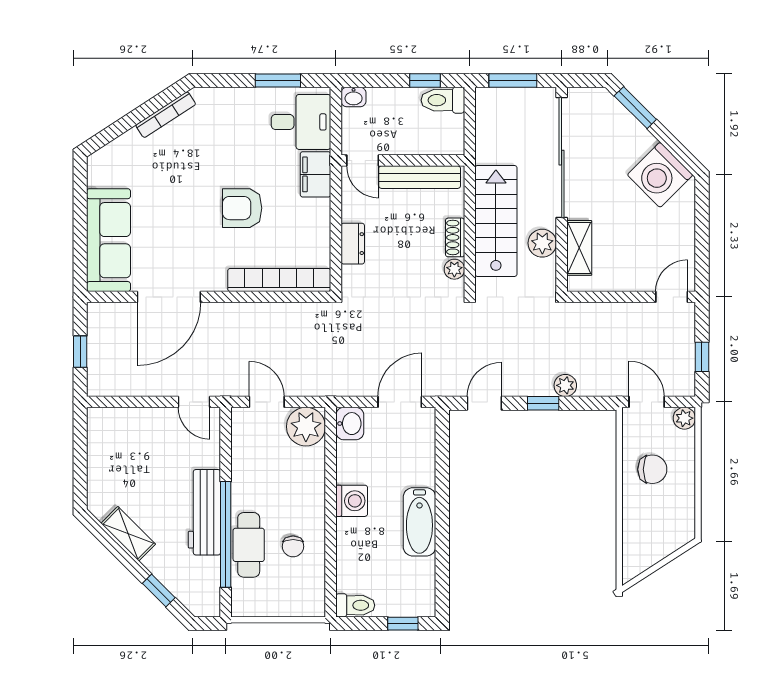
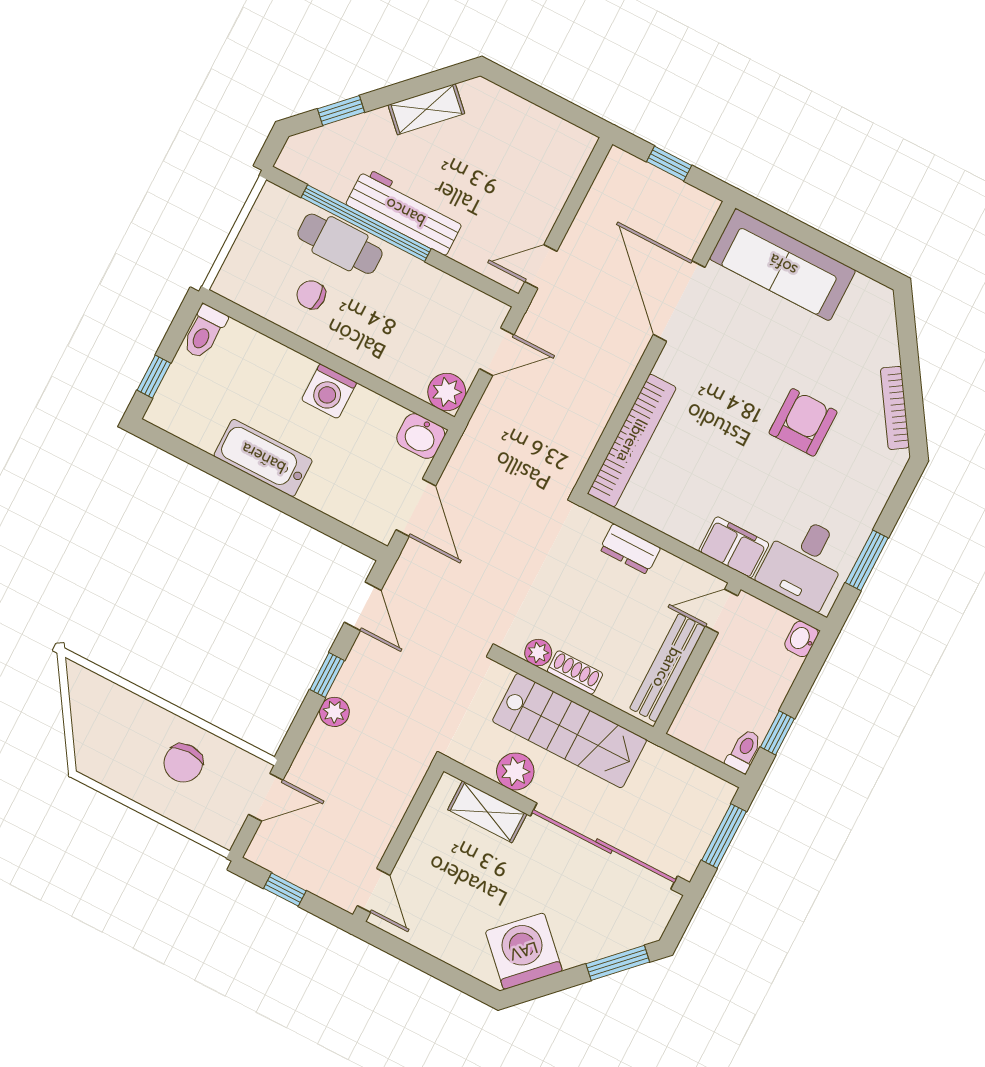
toilet: (443, 100) -> (744, 751), width x0.73, depth x0.72
armchair: (242, 208) -> (803, 422), moved
plant: (684, 418) -> (224, 832), removed
plant: (306, 427) -> (447, 392), width x0.73, depth x0.73

